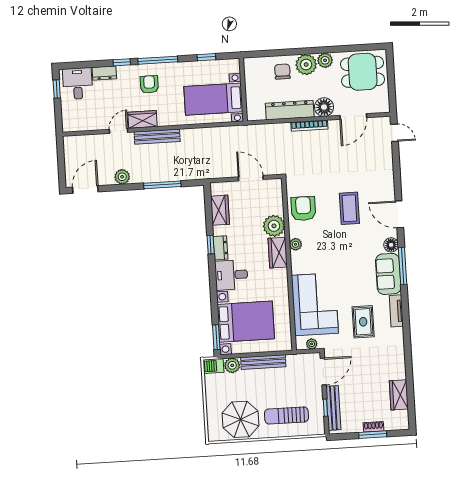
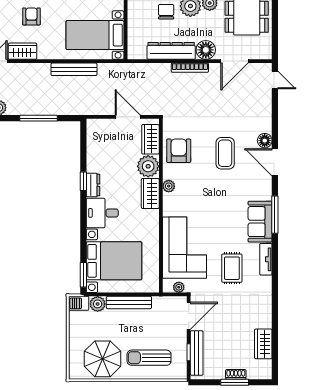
bench: (157, 137) -> (74, 69), moved
wardrobe: (220, 210) -> (150, 139), moved, turned 180
floor lamp: (391, 245) -> (265, 141), moved

